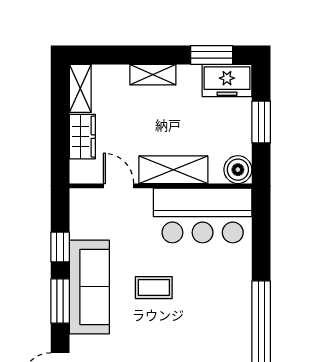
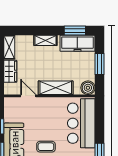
freezer: (227, 80) -> (77, 43), width x1.40
bar counter: (203, 216) -> (81, 123), moved, turned 90

